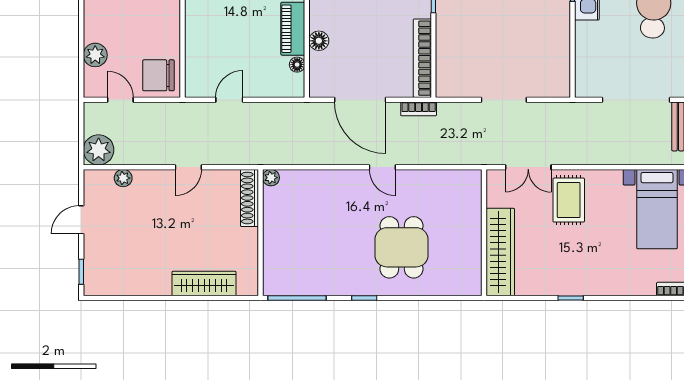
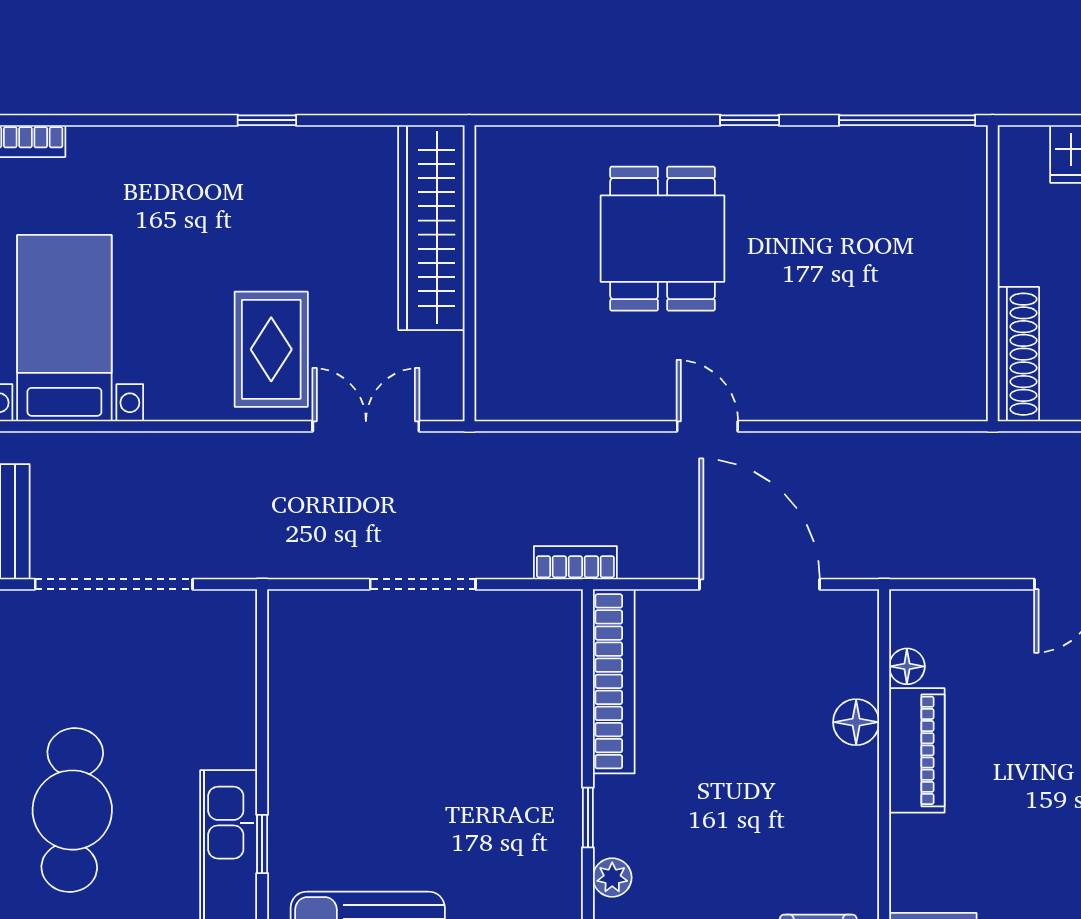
bookcase: (419, 109) -> (575, 563), moved
plant: (271, 178) -> (968, 402), removed

